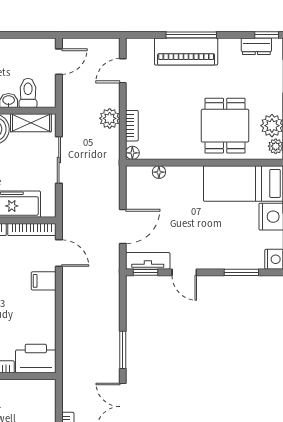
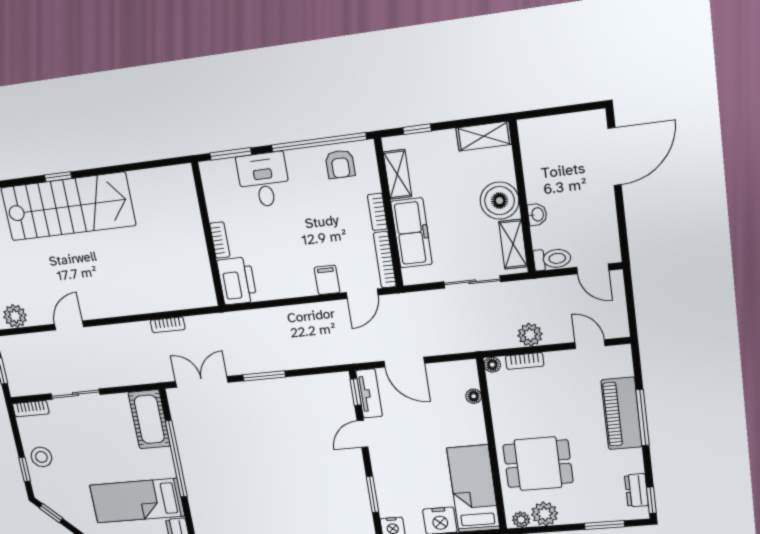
toilet: (28, 93) -> (552, 259), moved

